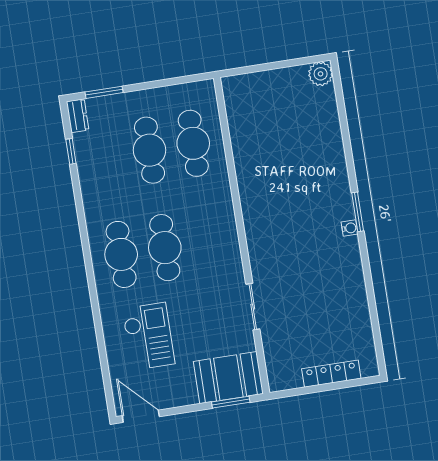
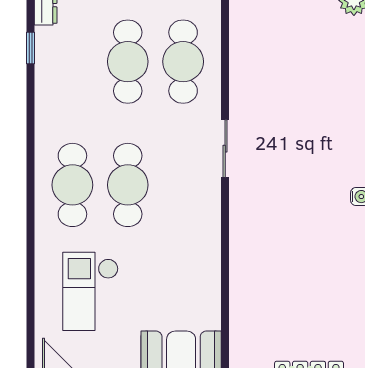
sliding door: (253, 307) -> (225, 149), moved
checkout: (149, 336) -> (90, 291), turned 180

